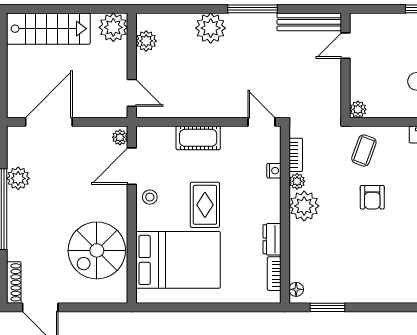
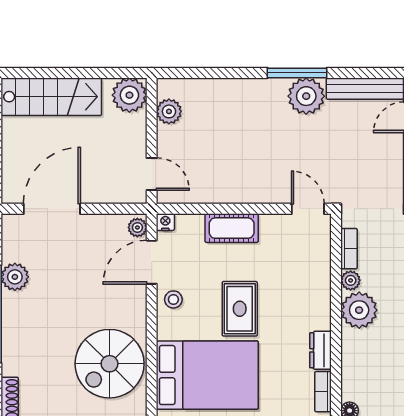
plant: (211, 28) -> (306, 96), moved
nightstand: (274, 171) -> (165, 222), moved, turned -90

